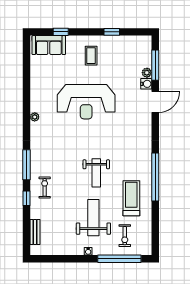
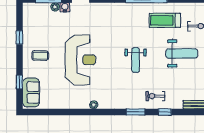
window: (27, 165) -> (136, 112), width x0.69
weight bench: (96, 173) -> (136, 60), moved, turned 90
weight bench: (93, 218) -> (182, 54), turned 180

